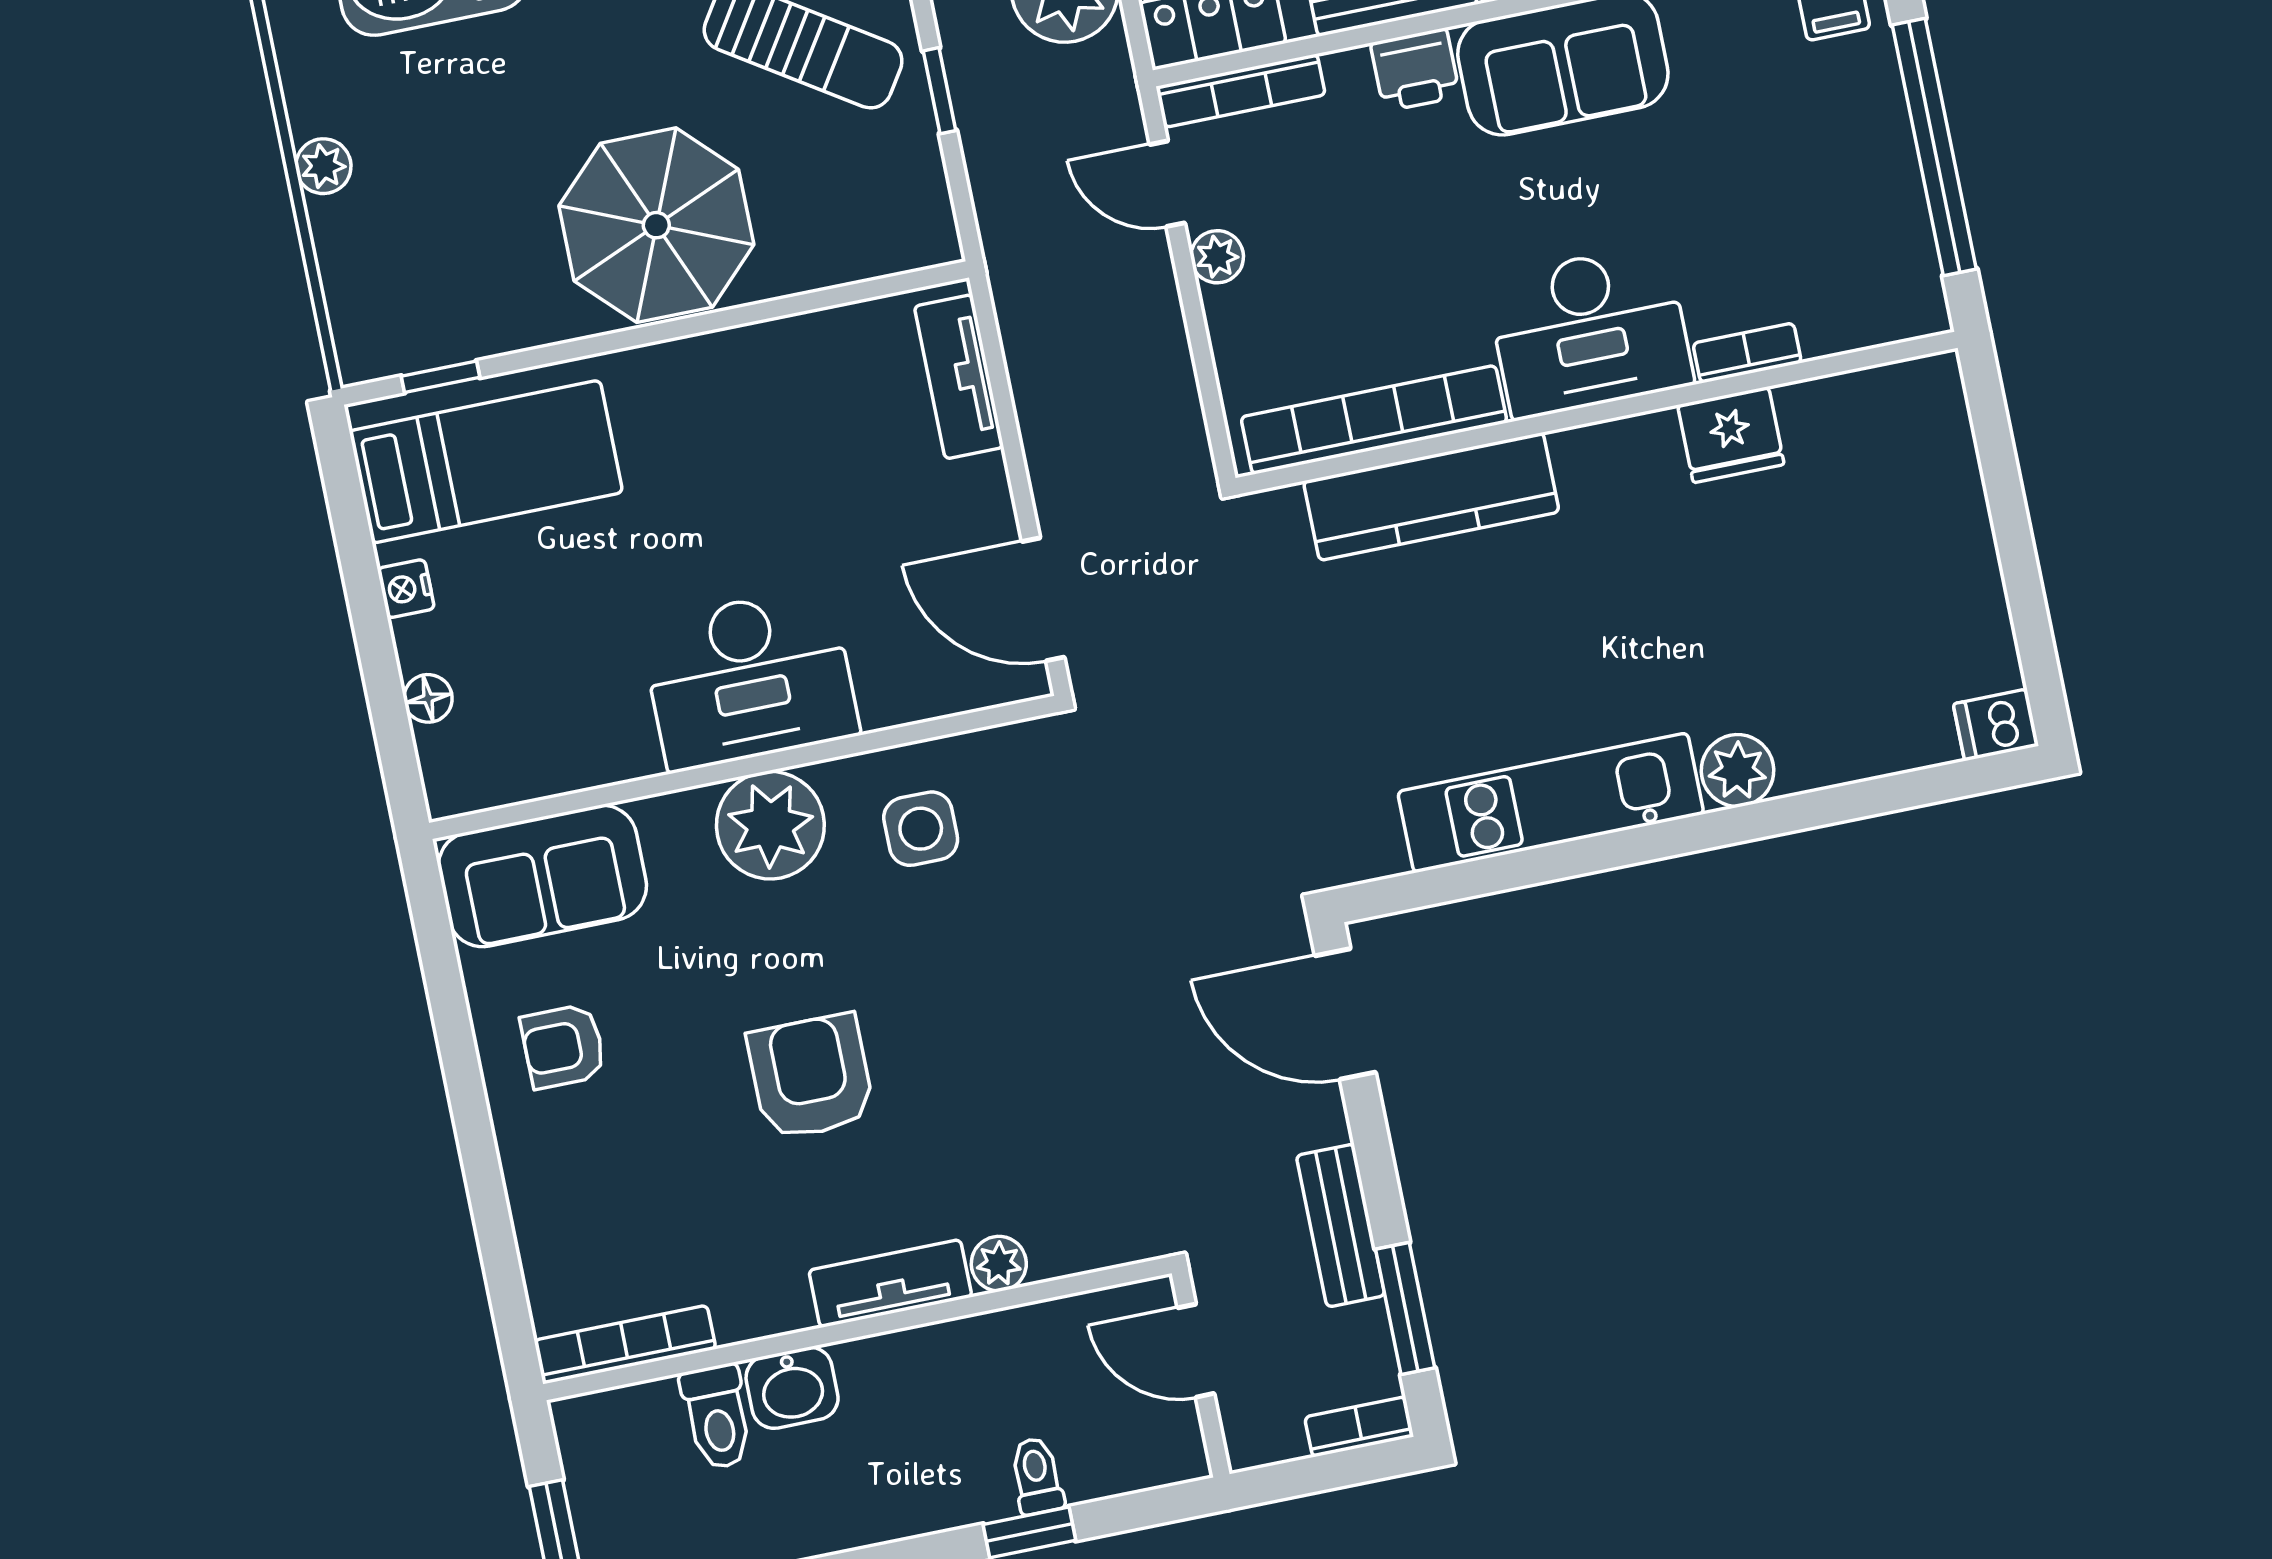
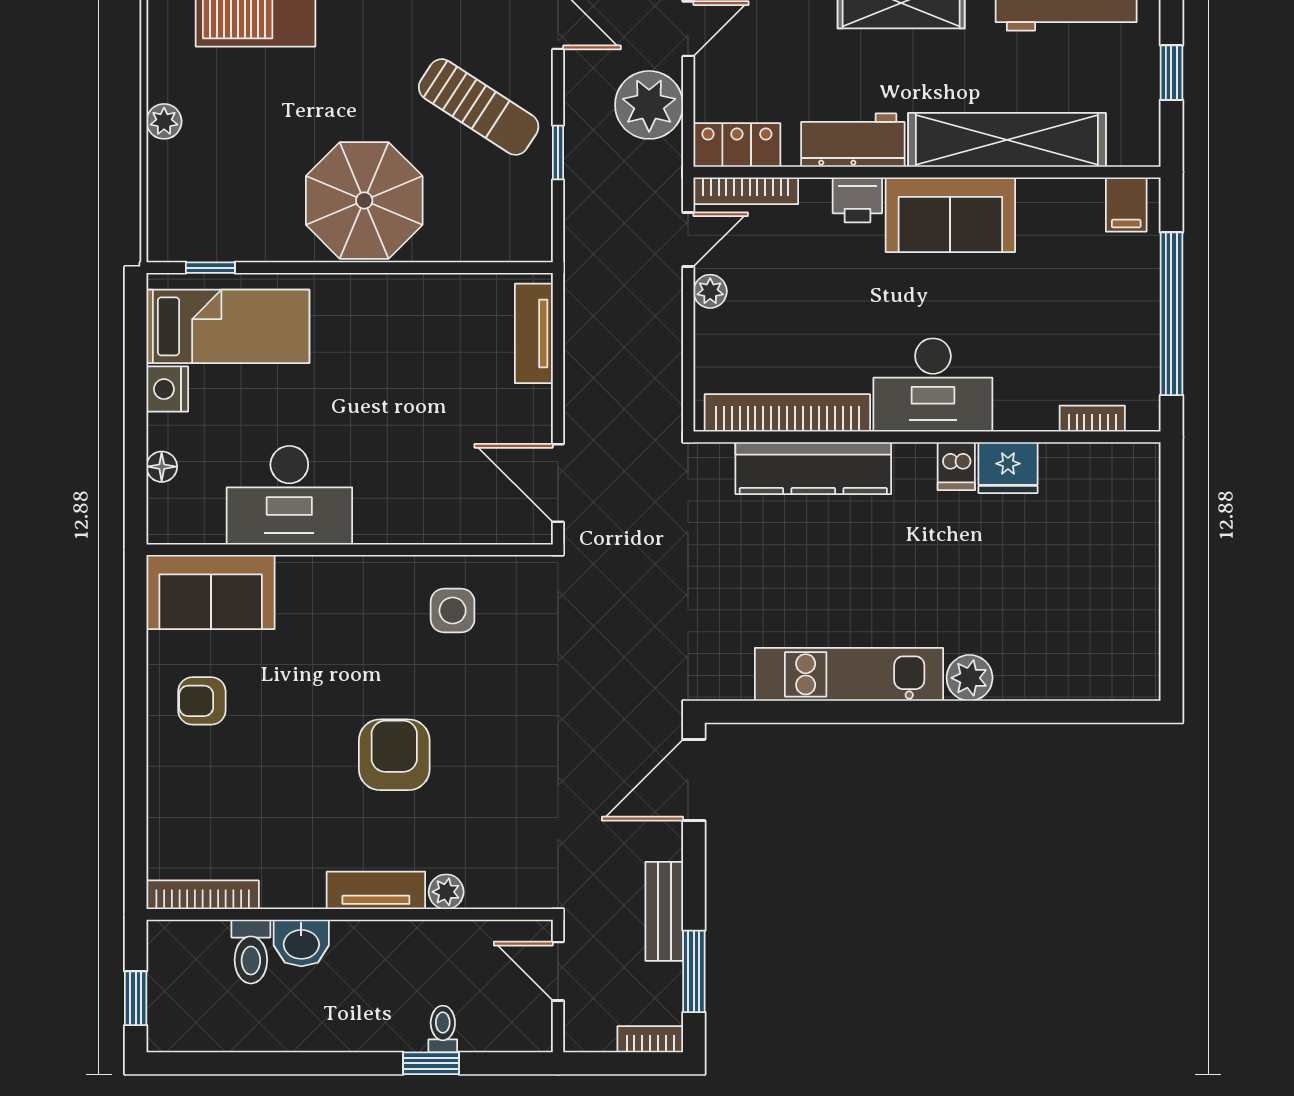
door: (1167, 184) -> (688, 239), swing flipped
bookcase: (1747, 353) -> (1092, 419), moved
nightstand: (406, 589) -> (167, 389), width x1.39, depth x1.35
desk: (750, 679) -> (289, 495), moved
dishwasher: (1996, 725) -> (956, 466), moved, turned -90
plant: (770, 825) -> (359, 589), removed
door: (1345, 1014) -> (694, 780), hinge flipped
armchair: (811, 1077) -> (394, 755), moved

